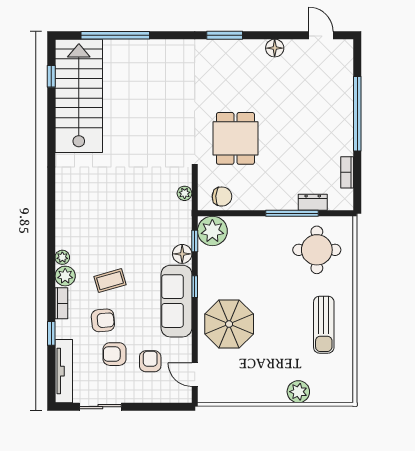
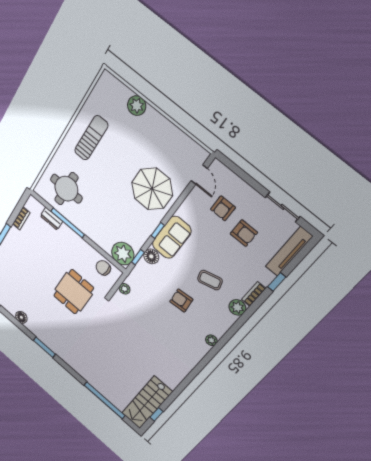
stairs: (79, 96) -> (147, 402), width x0.73, depth x0.66
plant: (62, 257) -> (211, 340), moved
sofa: (176, 301) -> (172, 237), width x0.73
armchair: (103, 320) -> (181, 301), moved

